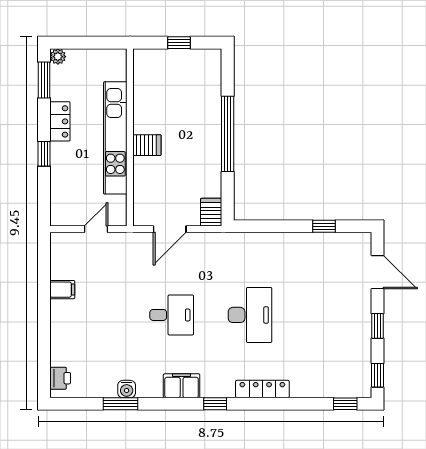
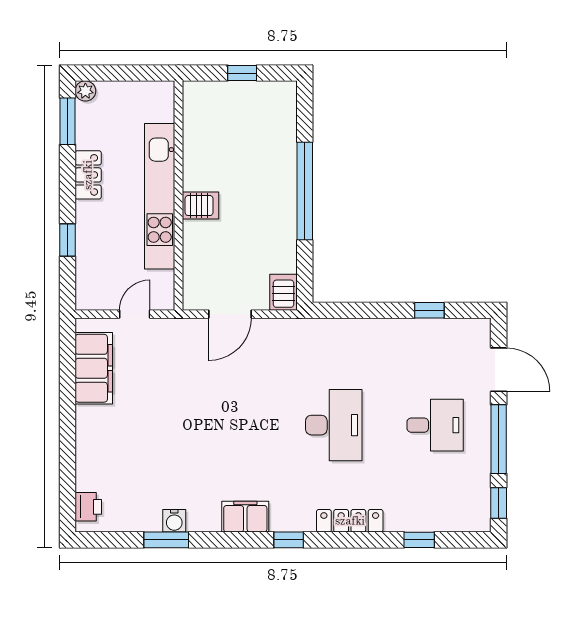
window: (44, 154) -> (68, 240), moved
filing cabinet: (62, 290) -> (94, 368), width x3.00, depth x1.17
desk: (172, 315) -> (435, 425), moved
window: (378, 326) -> (499, 439), width x2.17
window: (345, 404) -> (419, 540), moved

